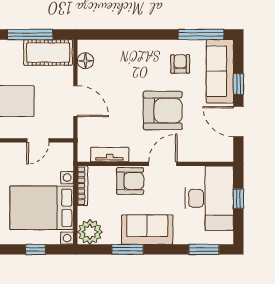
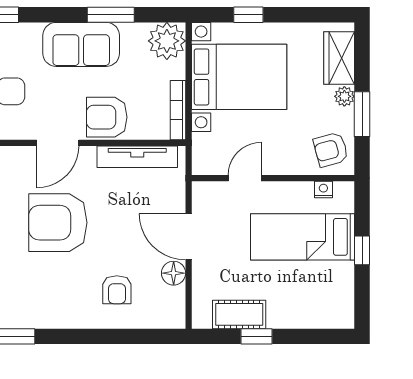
window: (30, 35) -> (256, 336), width x0.46
cot: (48, 52) -> (239, 314), width x0.73, depth x0.75
floor lamp: (85, 61) -> (174, 273), moved
armchair: (180, 64) -> (117, 290), moved
tv unit: (110, 155) -> (137, 157), width x1.41

